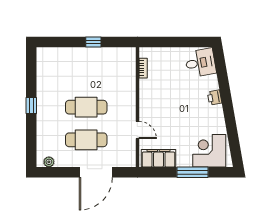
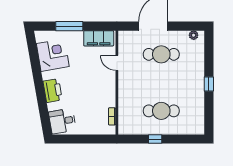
printer: (215, 97) -> (53, 91), width x1.87, depth x1.48
cafe table: (86, 107) -> (161, 111), moved
corner desk: (209, 151) -> (53, 55), moved, turned -100

